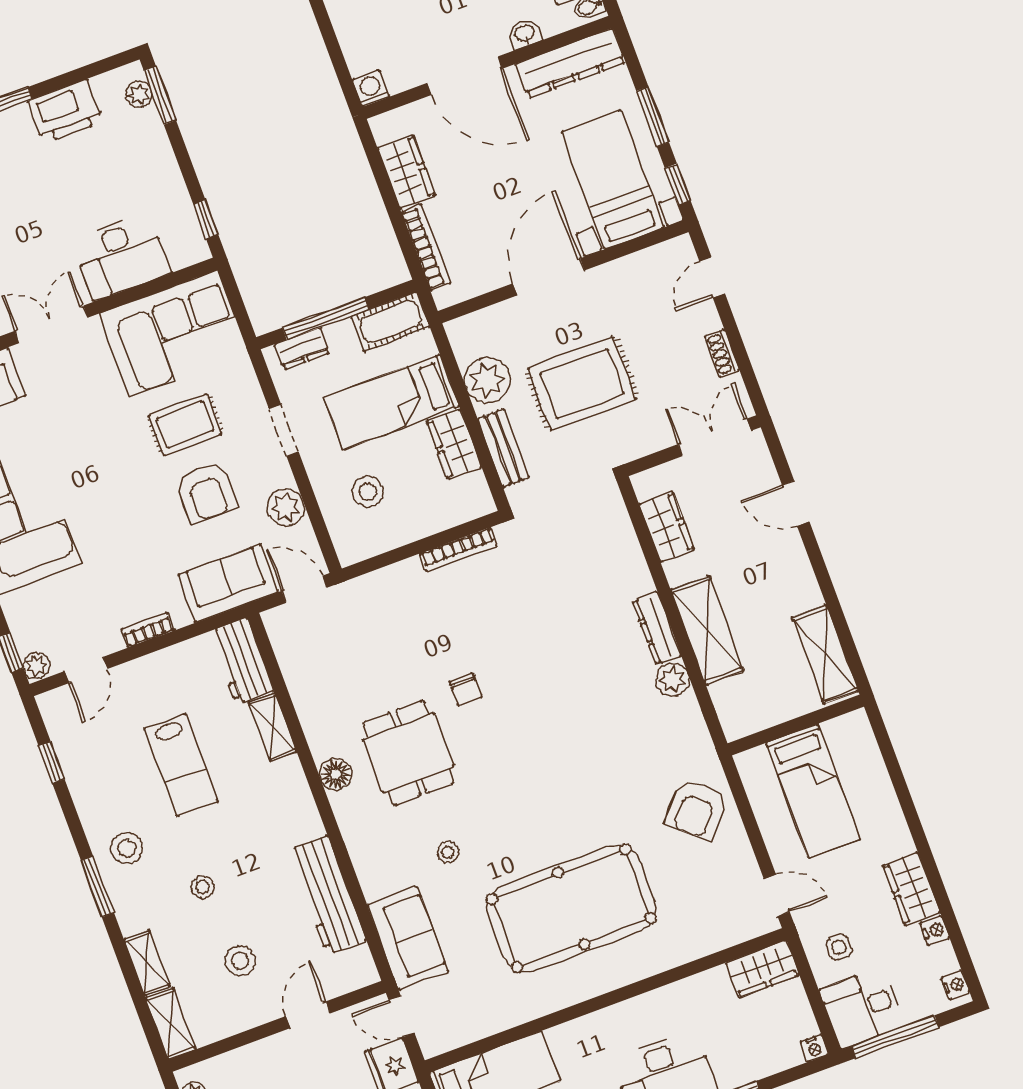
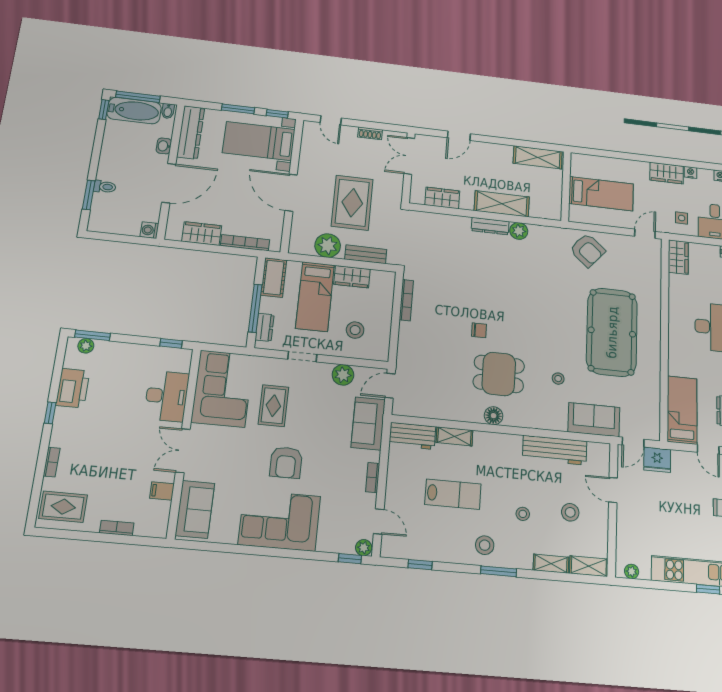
armchair: (206, 492) -> (286, 463), moved, turned 90

